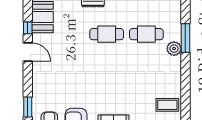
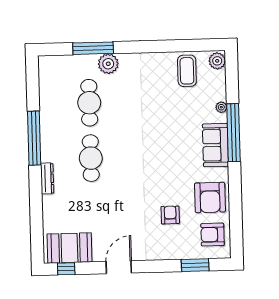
window: (28, 28) -> (66, 269), moved
armchair: (64, 90) -> (170, 215), added

